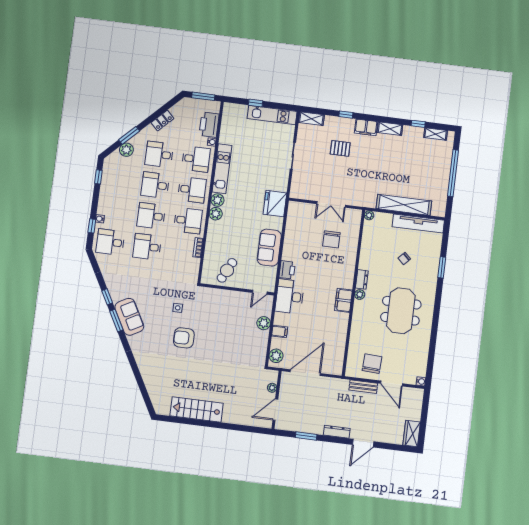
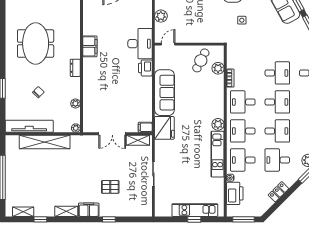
kitchen unit: (272, 115) -> (195, 210), moved
shelving: (311, 119) -> (138, 140), moved
desk: (159, 154) -> (277, 160), turned 180
double door: (331, 204) -> (112, 134), swing flipped
plant: (216, 214) -> (218, 68), moved
chair: (331, 239) -> (108, 101), removed
sofa: (269, 248) -> (164, 93), width x1.36
plant: (360, 295) -> (75, 103), moved
filing cabinet: (280, 331) -> (145, 127), moved

